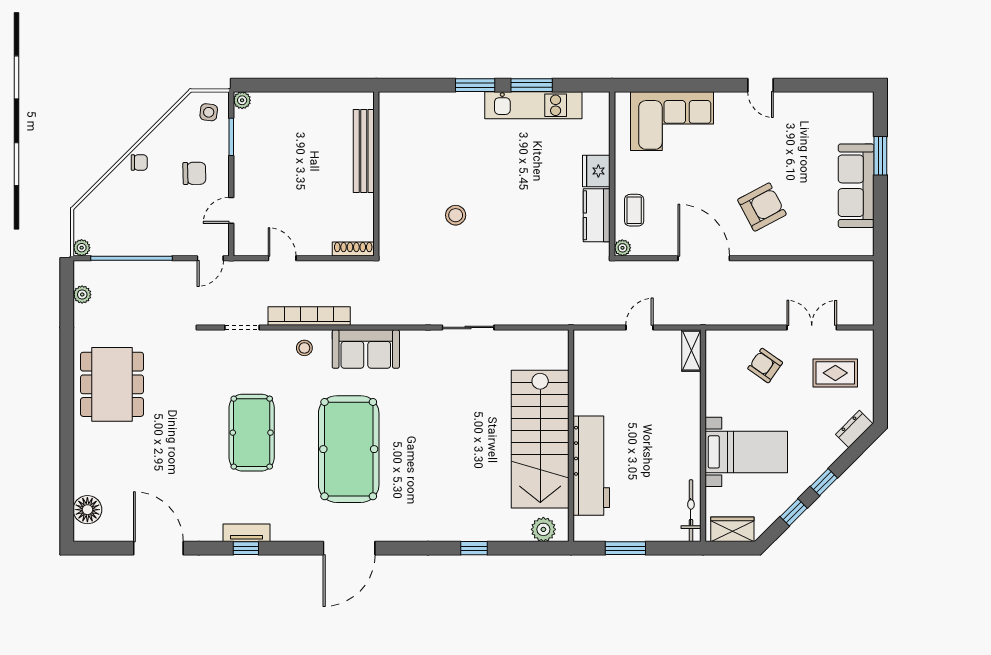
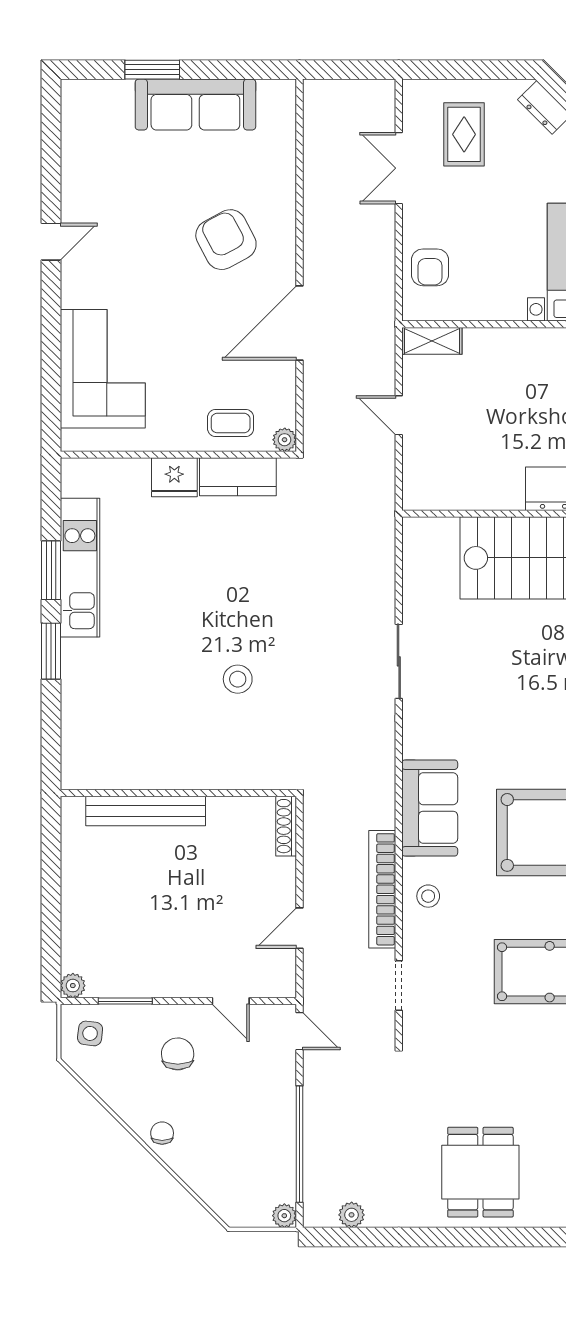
armchair: (765, 366) -> (430, 267), moved, turned -35
dining table: (112, 384) -> (480, 1172), width x0.73

